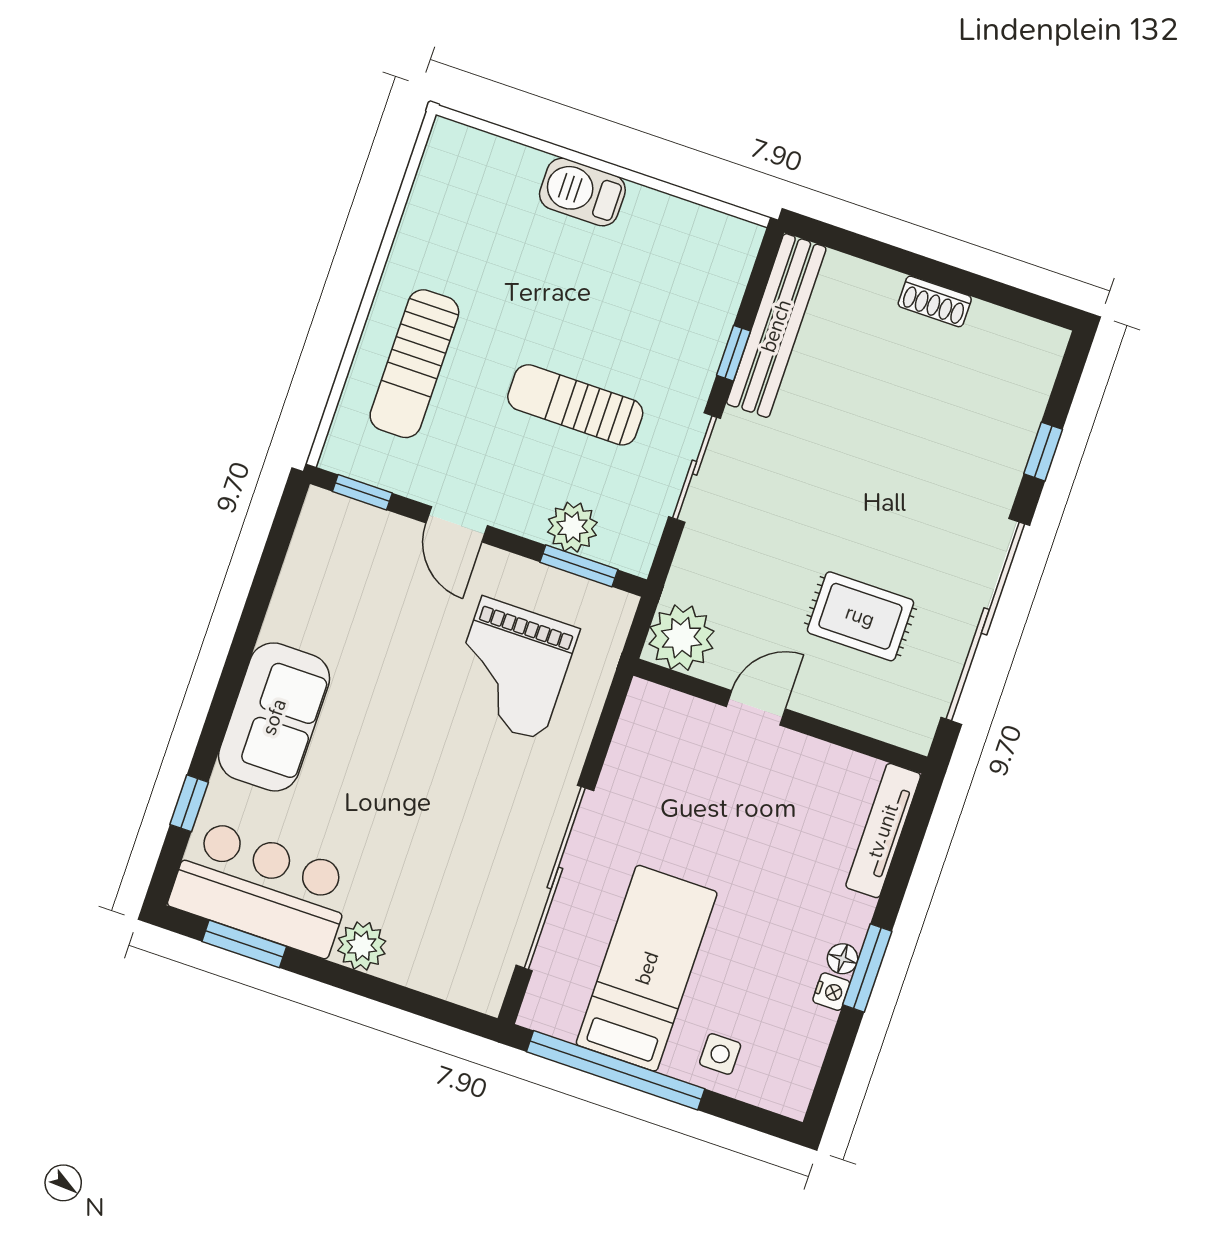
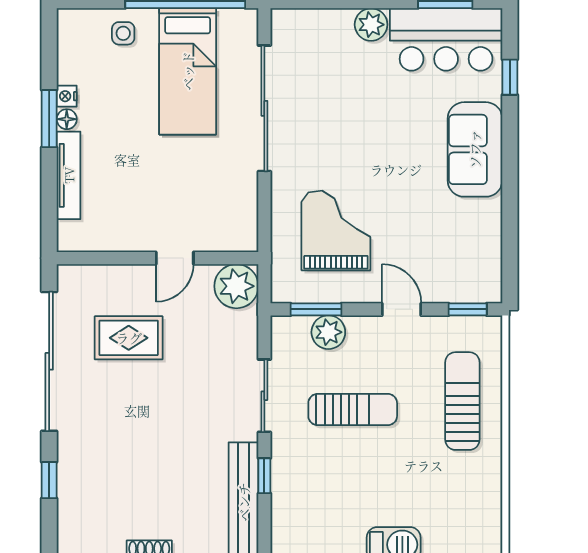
tv unit: (883, 831) -> (69, 175), moved

